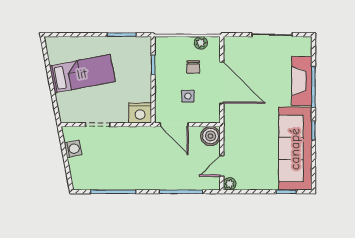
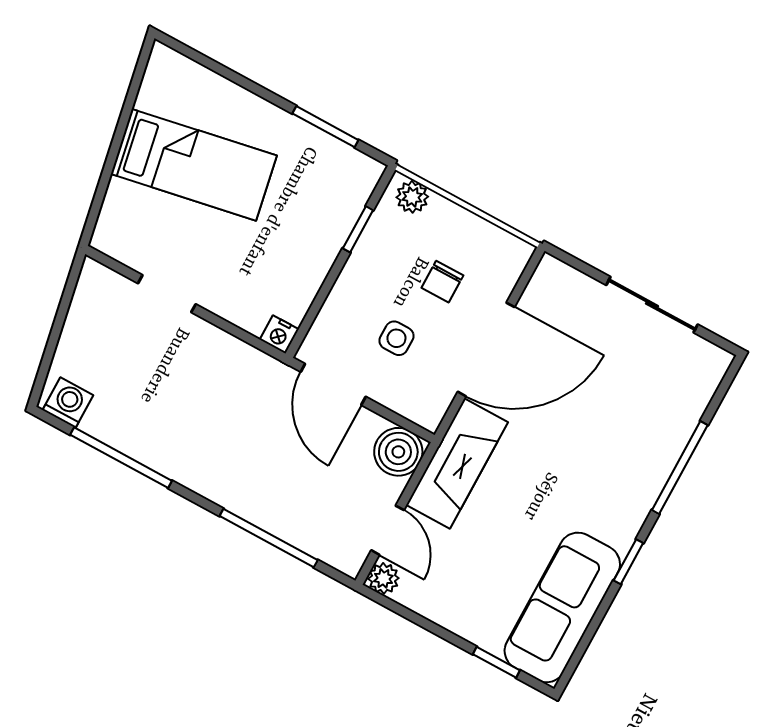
plant: (201, 43) -> (412, 197), moved
fireplace: (302, 81) -> (457, 463), moved, turned 180
door: (222, 83) -> (486, 349), hinge flipped
nightstand: (140, 113) -> (279, 334), width x0.53, depth x0.56
washing machine: (73, 149) -> (68, 403), moved, turned -79
sofa: (295, 149) -> (562, 607), width x0.74, depth x0.79
door: (222, 166) -> (388, 530), swing flipped

